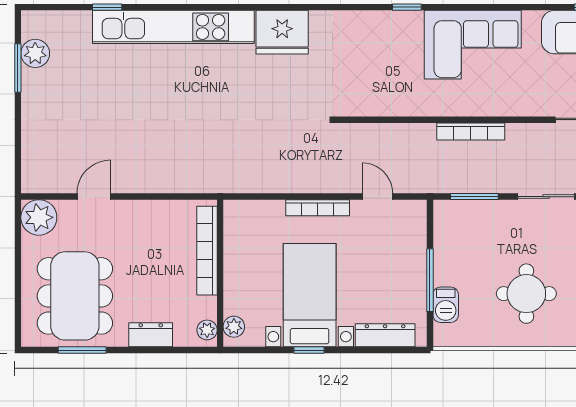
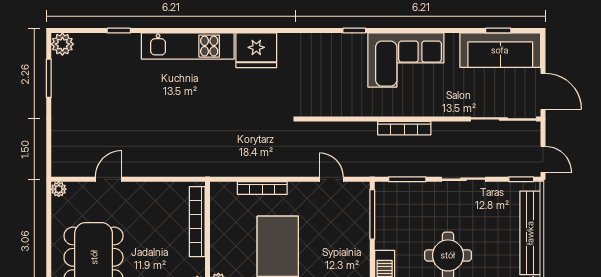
kitchen unit: (173, 27) -> (188, 46), width x0.73
plant: (35, 53) -> (62, 44), moved
bookcase: (318, 208) -> (262, 188), moved
plant: (39, 217) -> (59, 189), width x0.53, depth x0.53
window: (430, 280) -> (372, 214), moved

